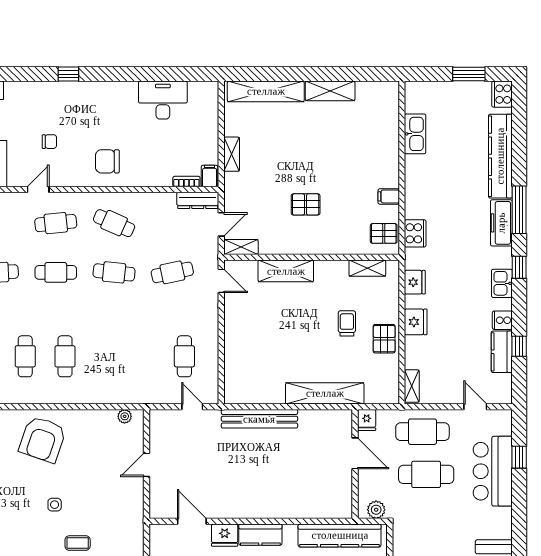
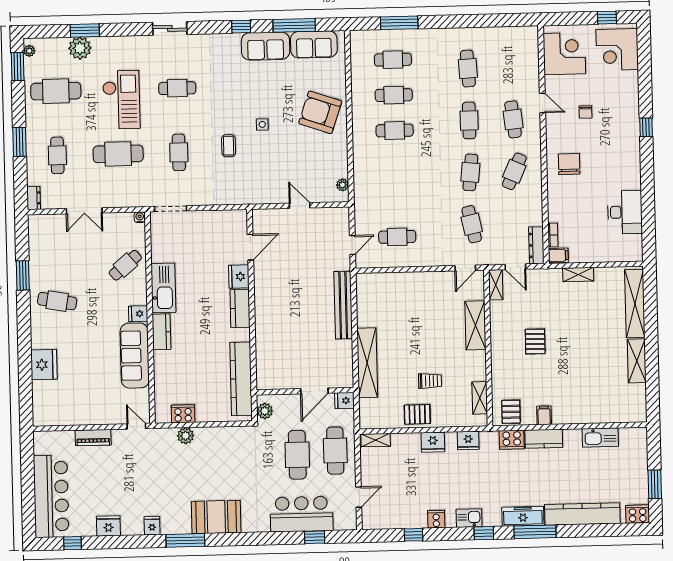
kitchen counter: (502, 352) -> (544, 439), moved, turned 180

